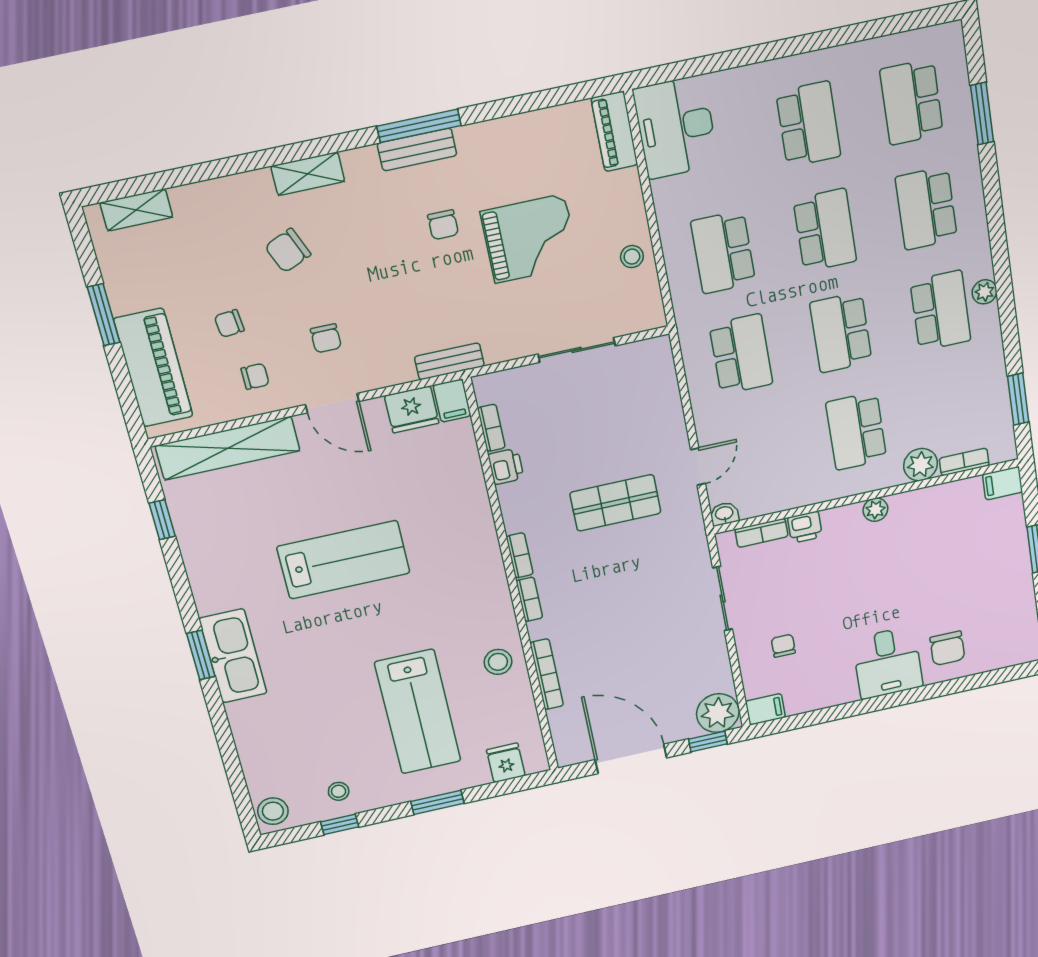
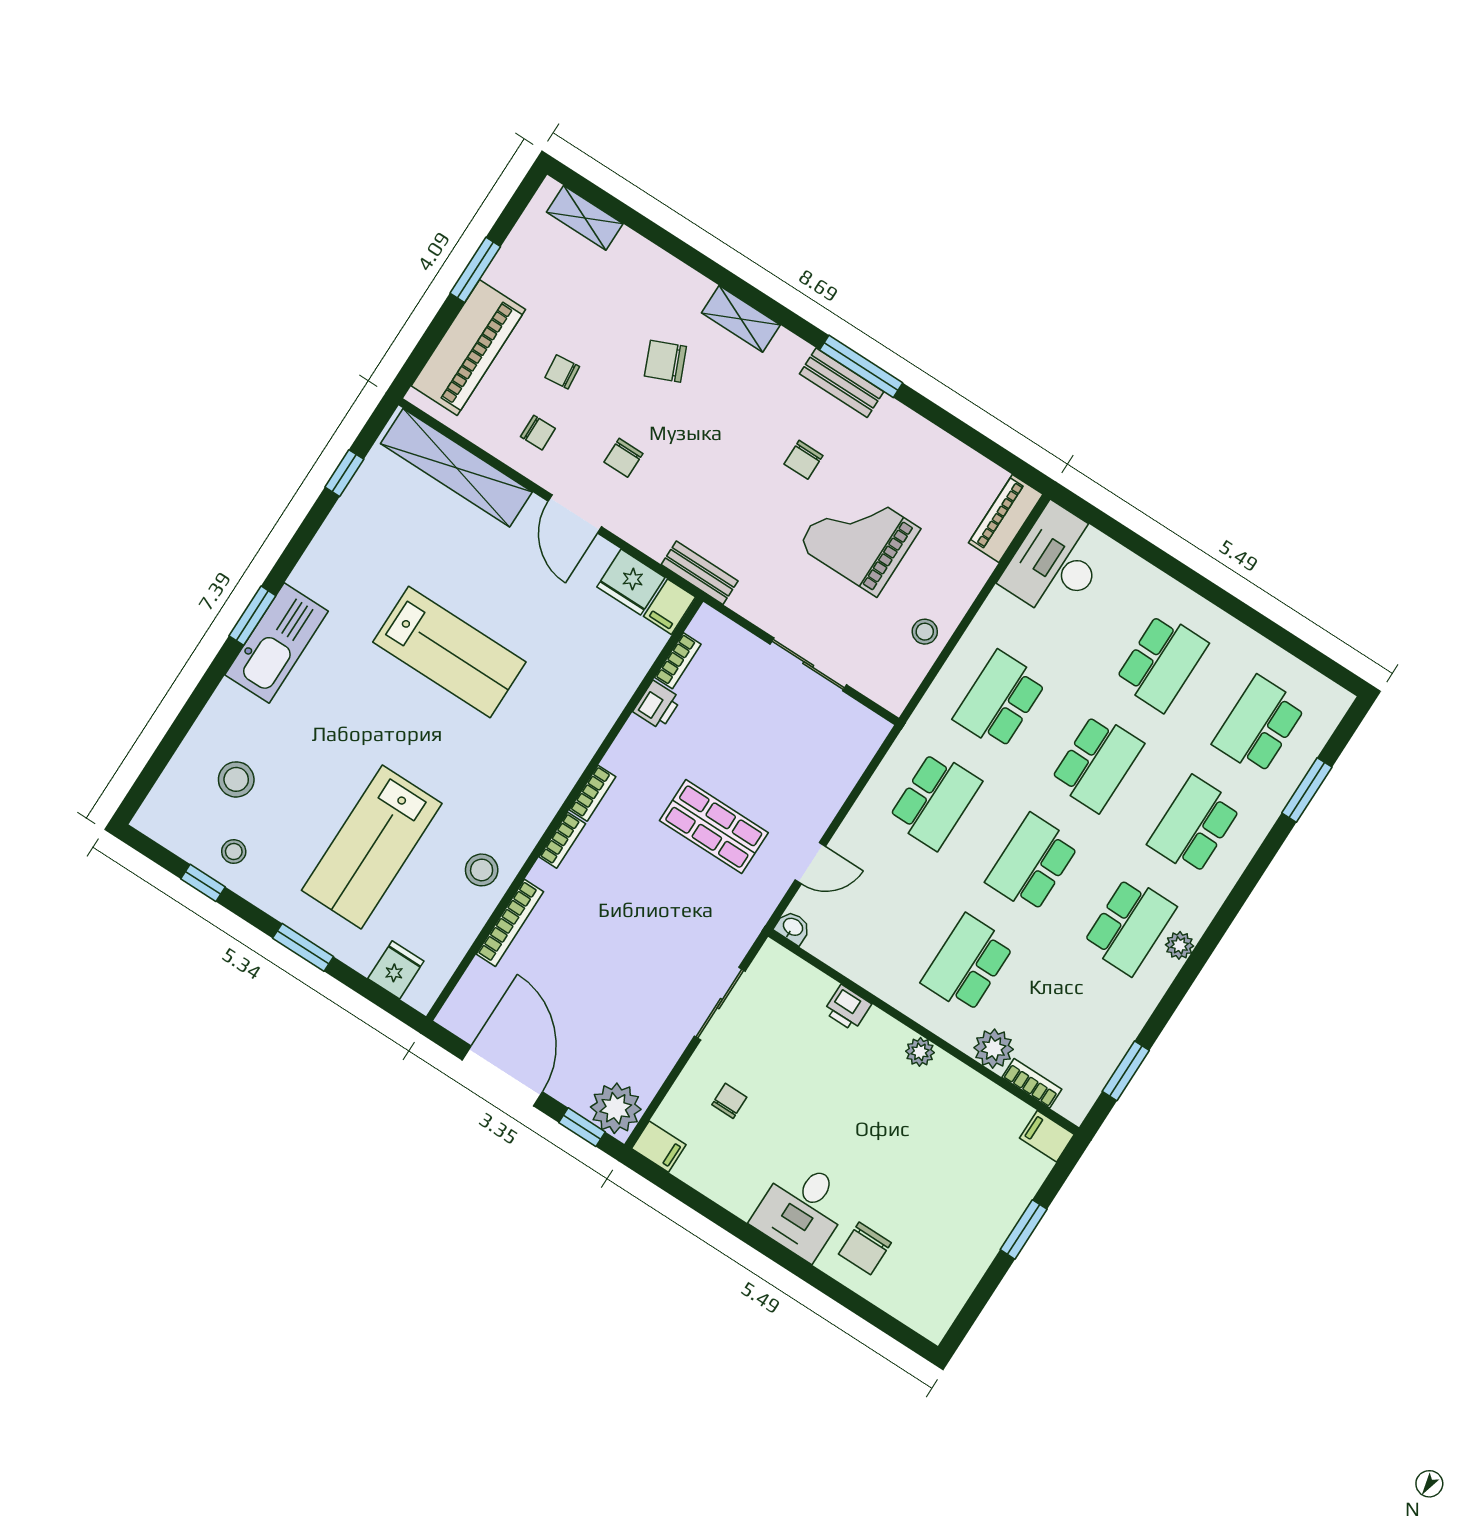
grand piano: (530, 239) -> (859, 538), turned 180
bookcase: (761, 533) -> (807, 976), removed
stool: (273, 811) -> (236, 779), moved

